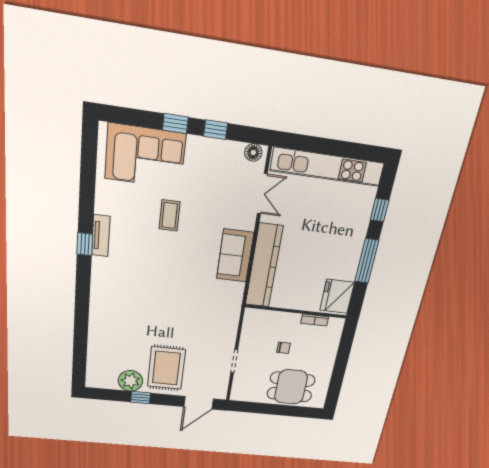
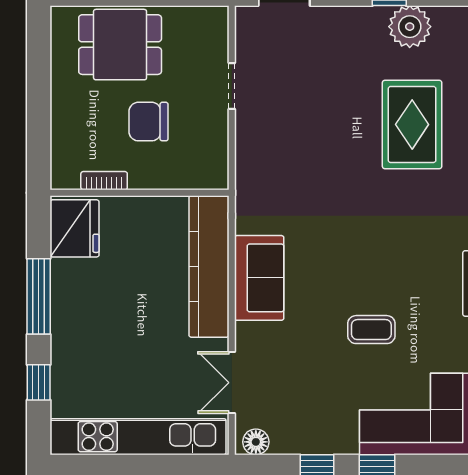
coffee table: (170, 215) -> (371, 330), turned 90
chair: (284, 348) -> (148, 122), width x1.87, depth x1.87
rug: (166, 368) -> (412, 124), moved

